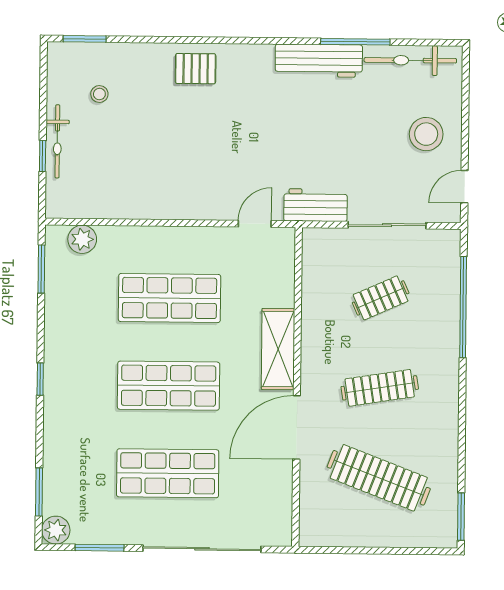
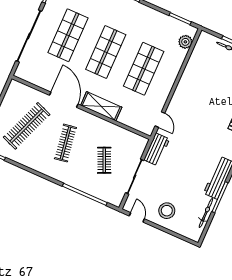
bicycle: (410, 60) -> (206, 213), width x0.73, depth x0.71

